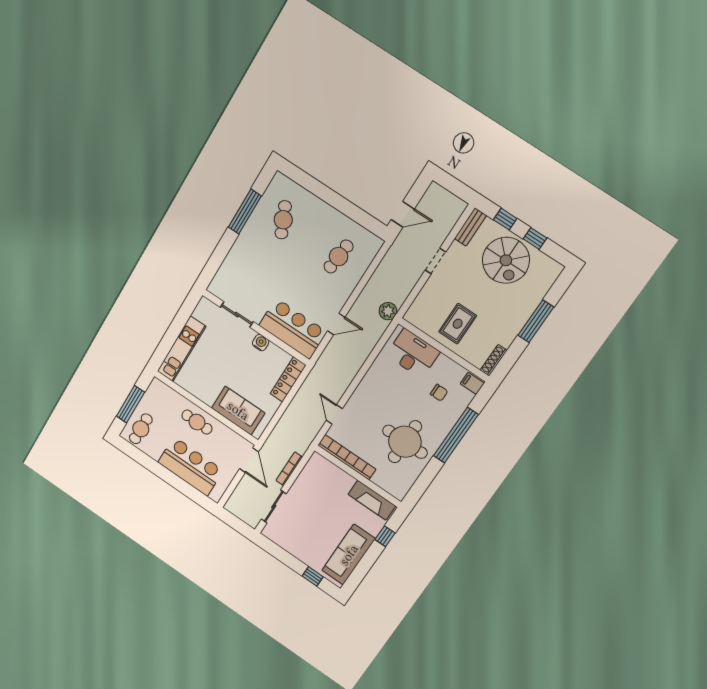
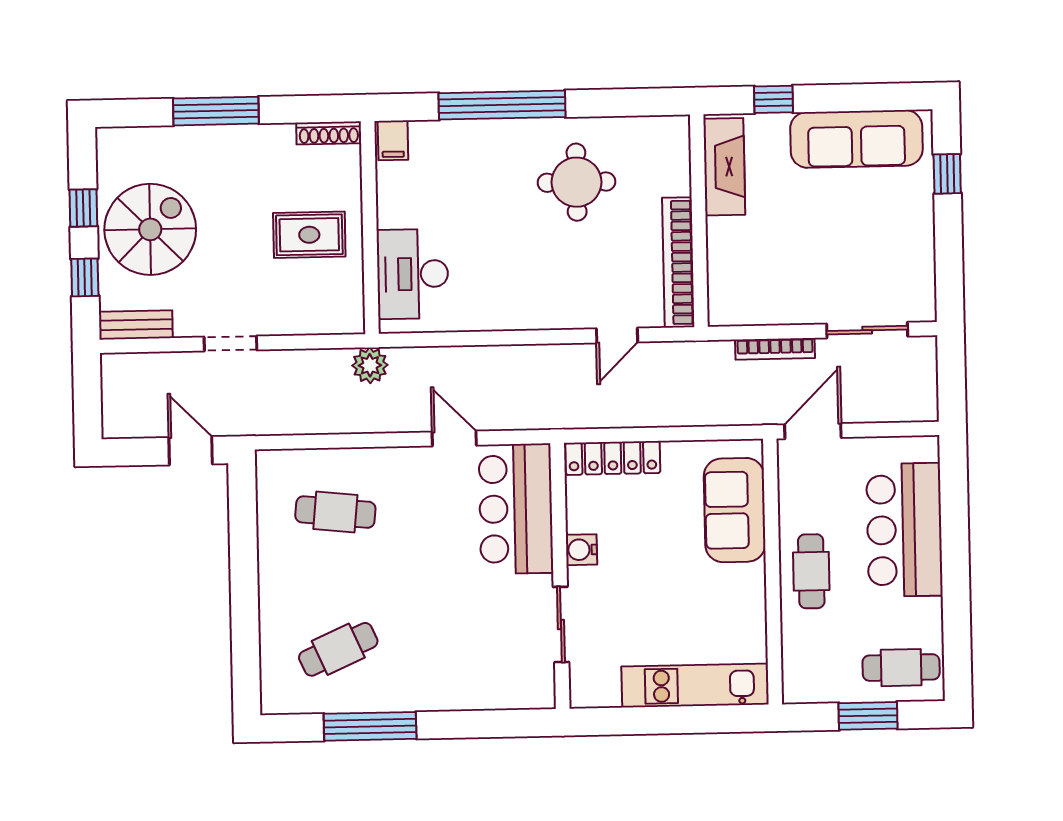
chair: (439, 393) -> (449, 184), removed
window: (131, 404) -> (868, 716), width x0.69
round table: (405, 442) -> (577, 182), width x0.73, depth x0.73

